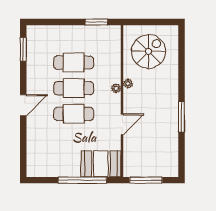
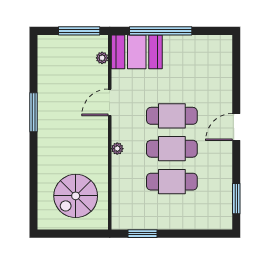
plant: (128, 84) -> (102, 58), moved

